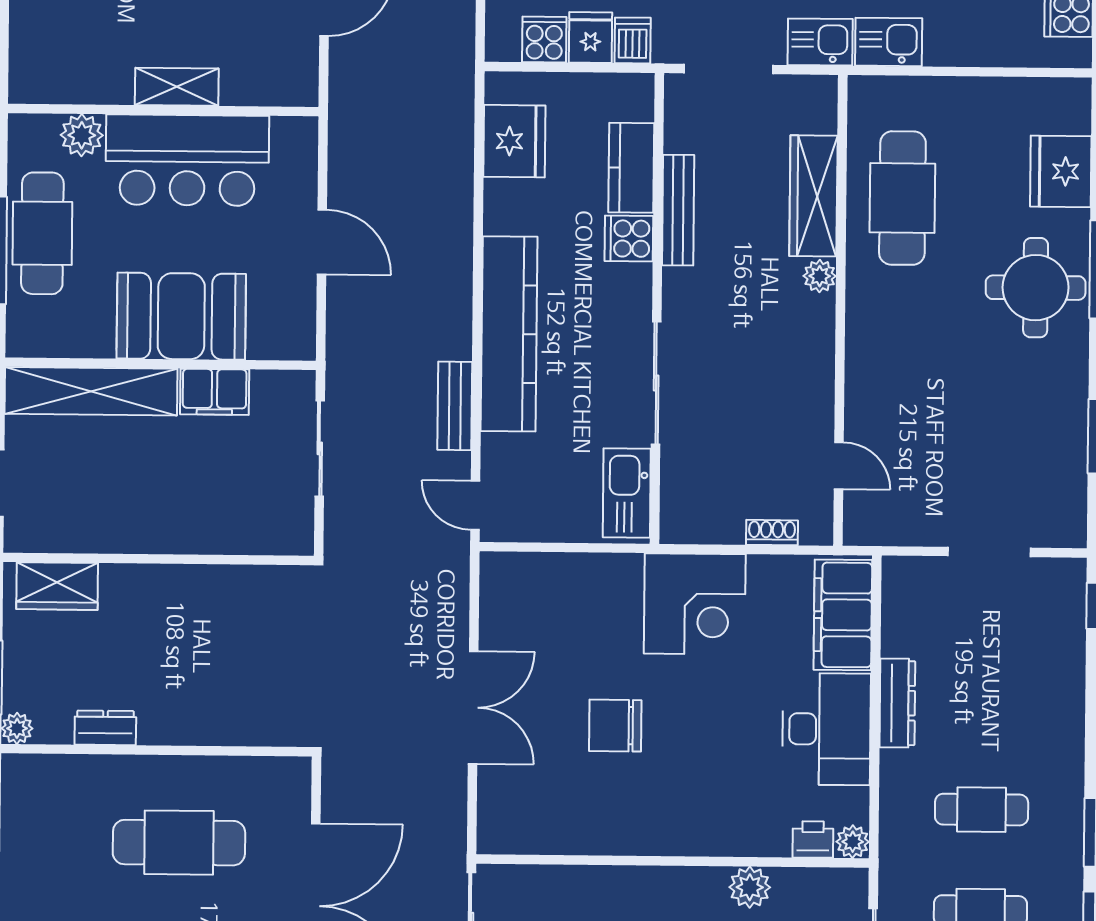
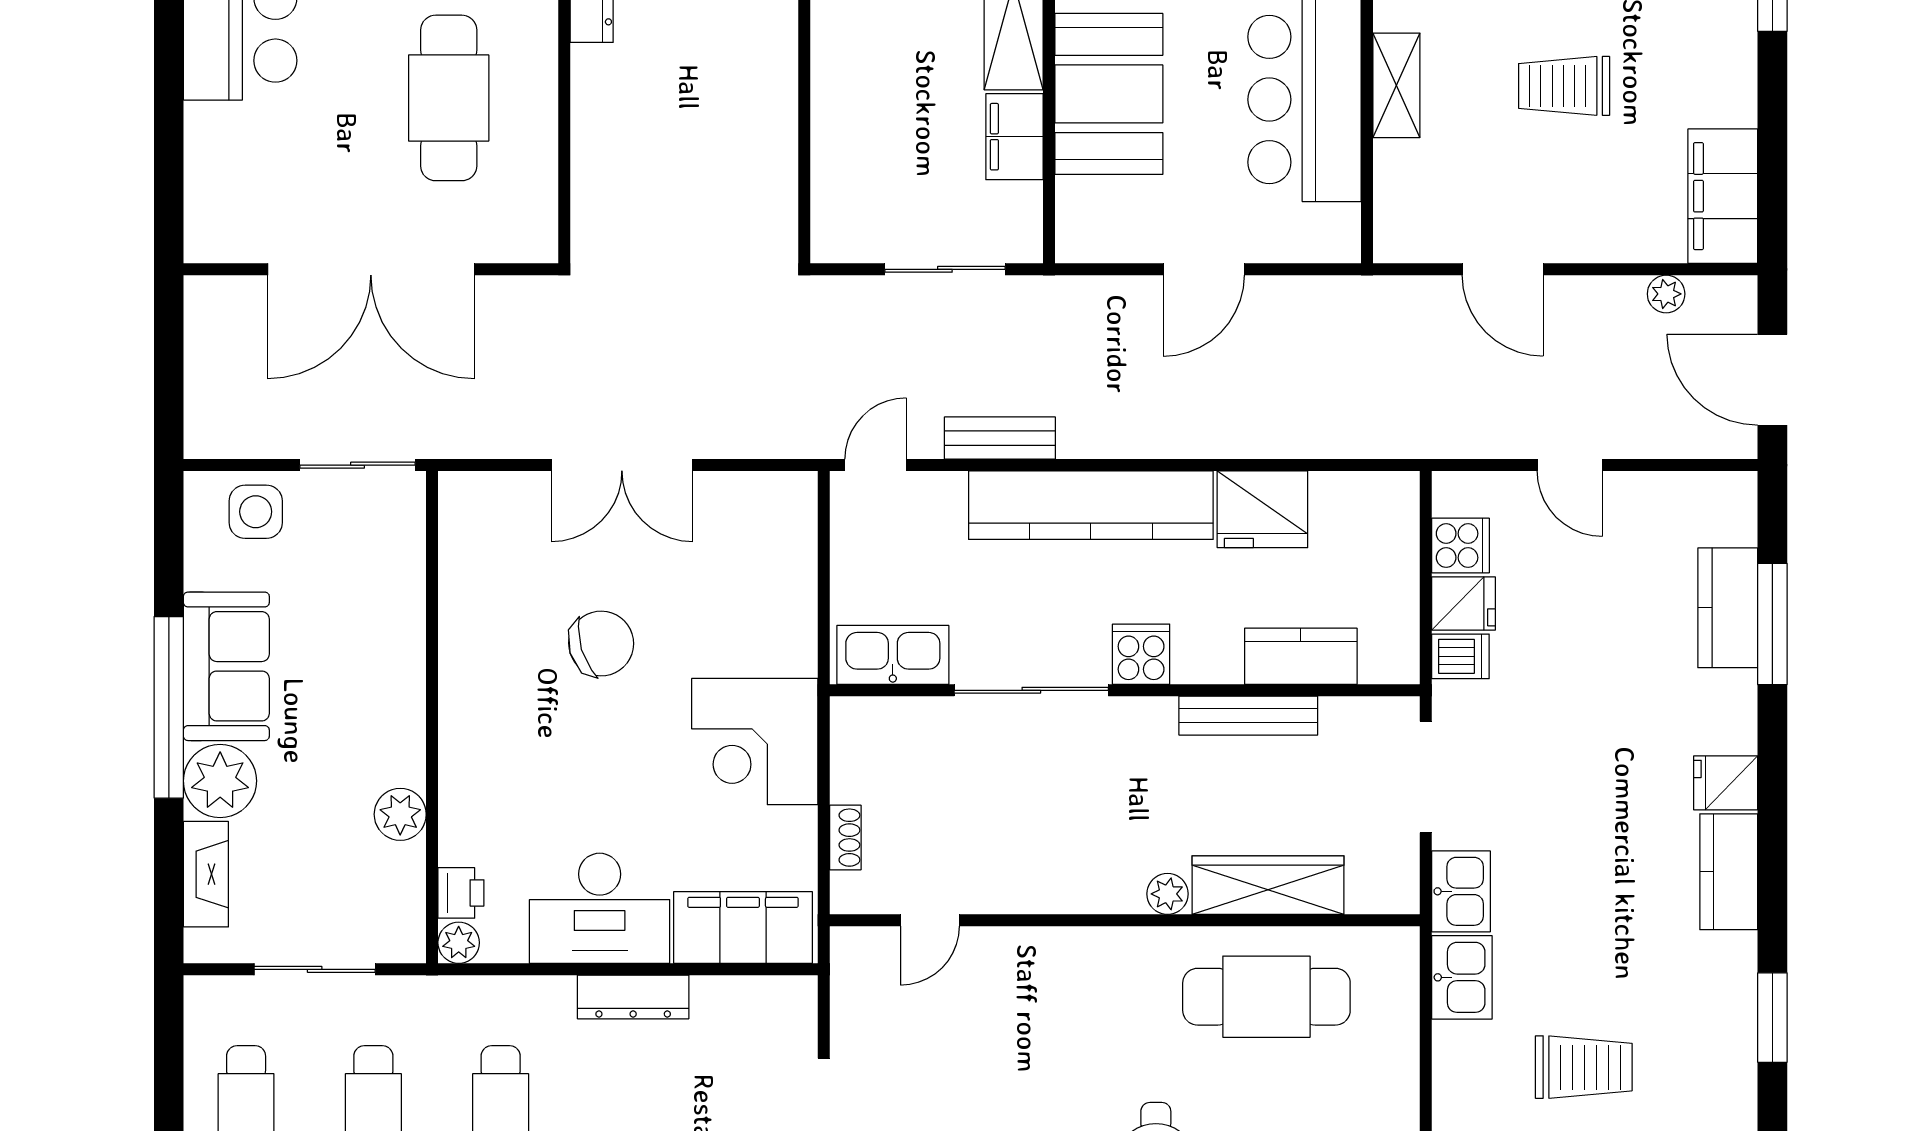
fridge: (514, 141) -> (1262, 509), moved
cooker: (629, 239) -> (1141, 654), moved
chair: (615, 726) -> (601, 644), turned 73

